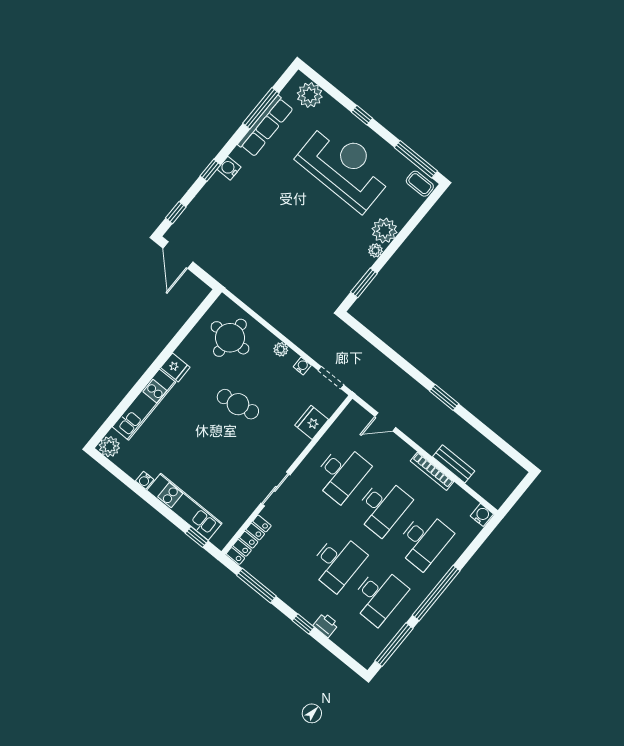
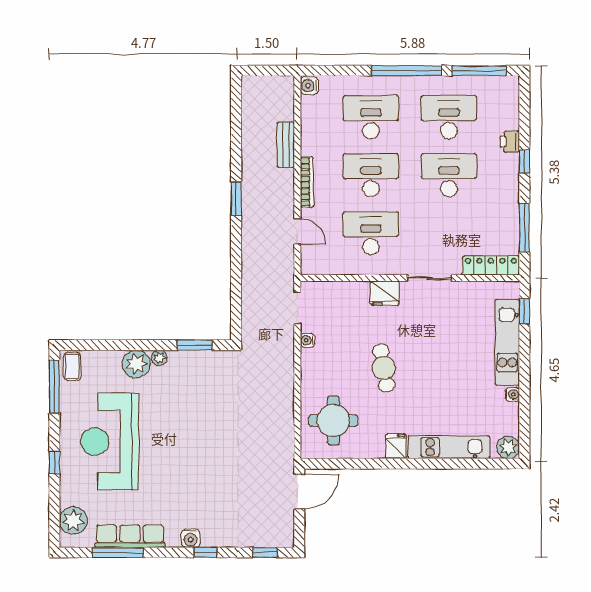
door: (178, 255) -> (299, 492), moved
plant: (281, 349) -> (308, 370), removed
fridge: (312, 422) -> (385, 293), moved
bookcase: (432, 471) -> (307, 182), moved

